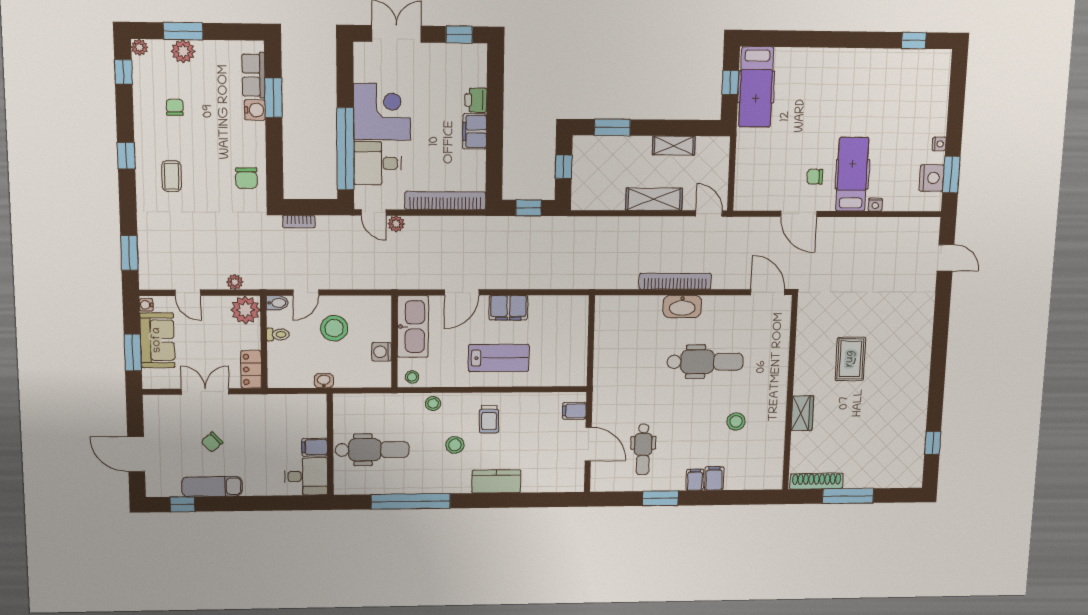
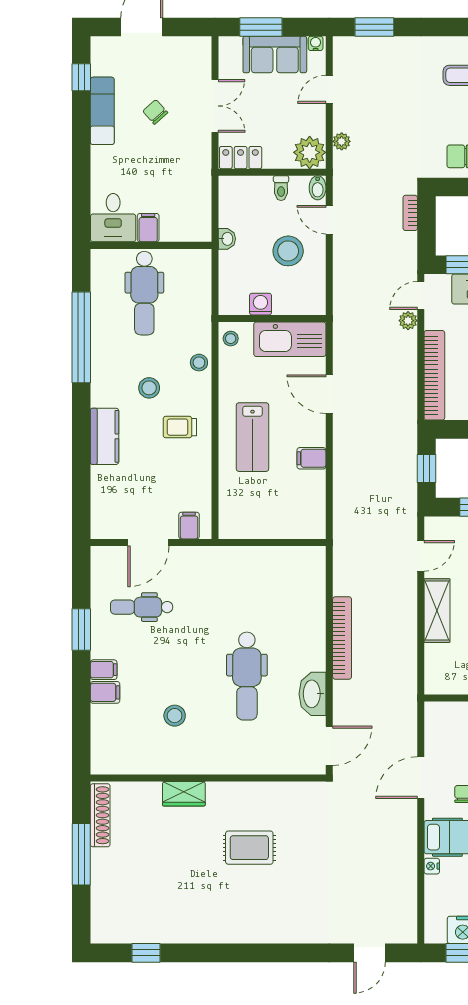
door: (709, 214) -> (421, 556), moved
washbasin: (682, 306) -> (313, 694), moved
filing cabinet: (508, 308) -> (311, 458), width x0.50

